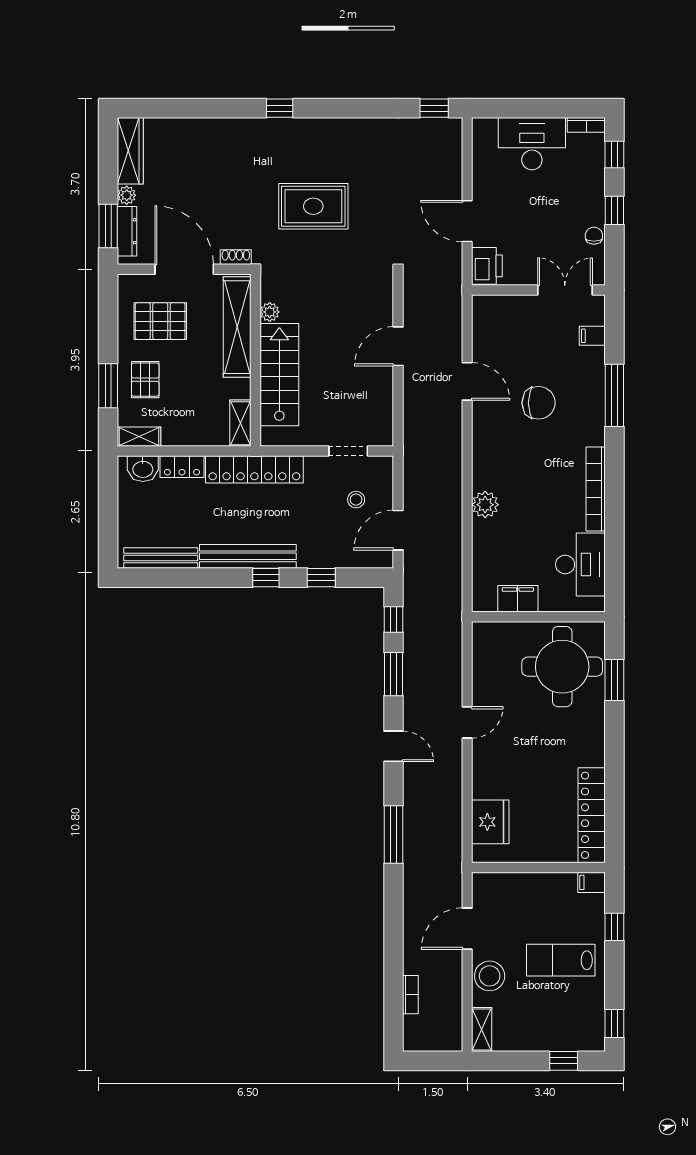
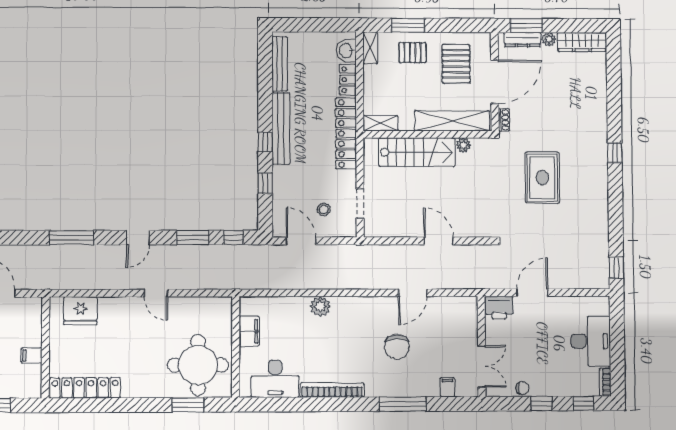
filing cabinet: (591, 882) -> (32, 355), moved, turned -90

